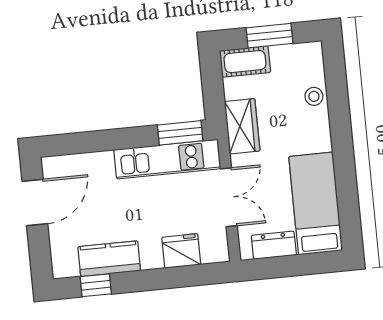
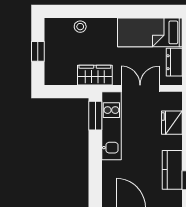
window: (270, 36) -> (38, 51), width x0.67
cot: (245, 62) -> (53, 69), removed

